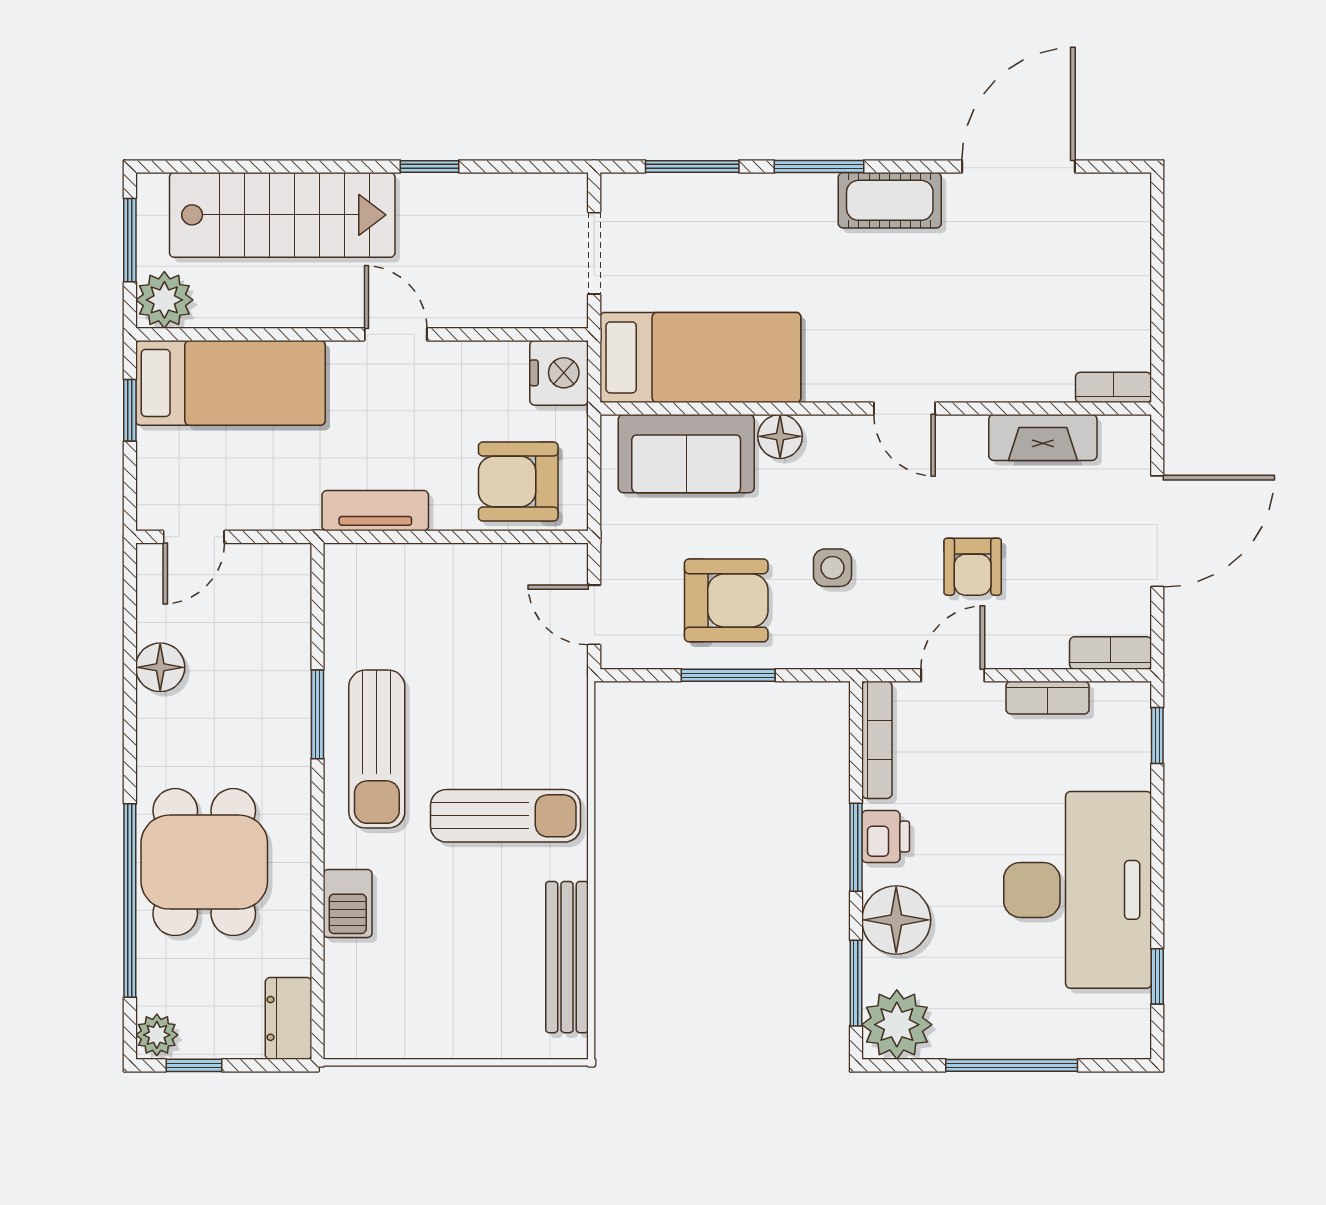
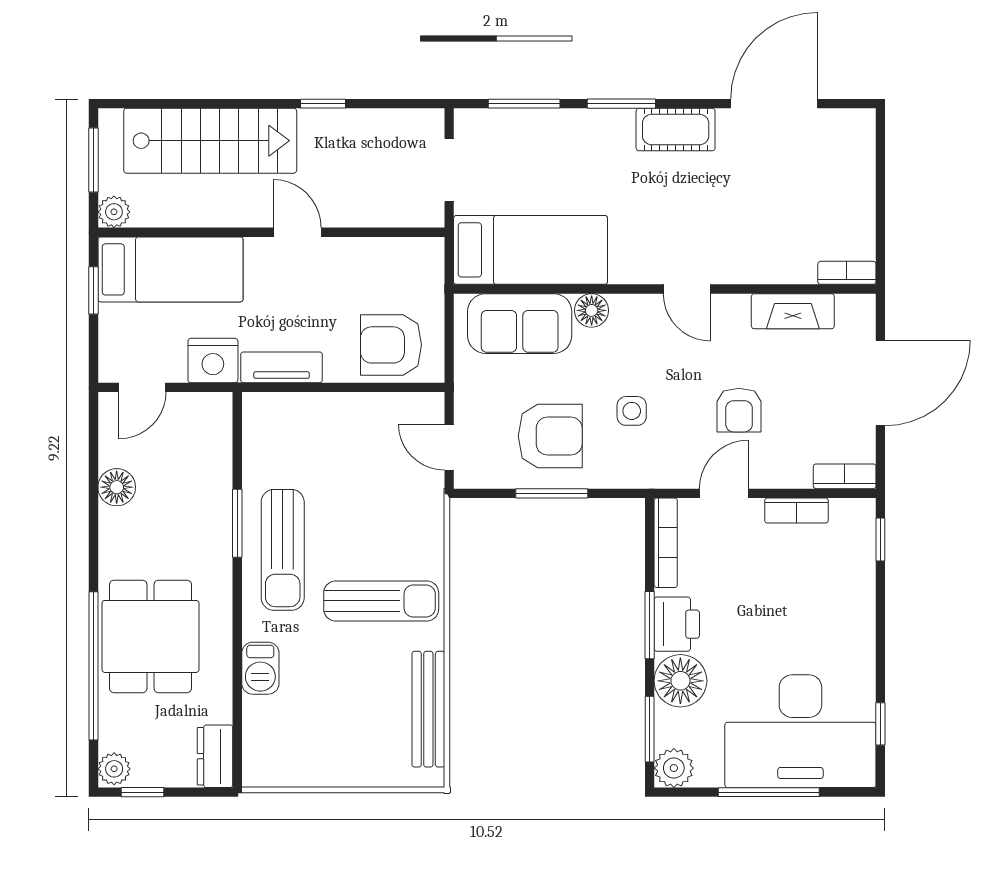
plant: (164, 300) -> (114, 212), width x0.73, depth x0.73
nightstand: (559, 373) -> (213, 361), moved, turned 90
printer: (886, 837) -> (677, 624), width x1.36, depth x1.24
desk: (1078, 890) -> (800, 731), moved, turned 90
plant: (897, 1025) -> (674, 768), width x0.73, depth x0.73

